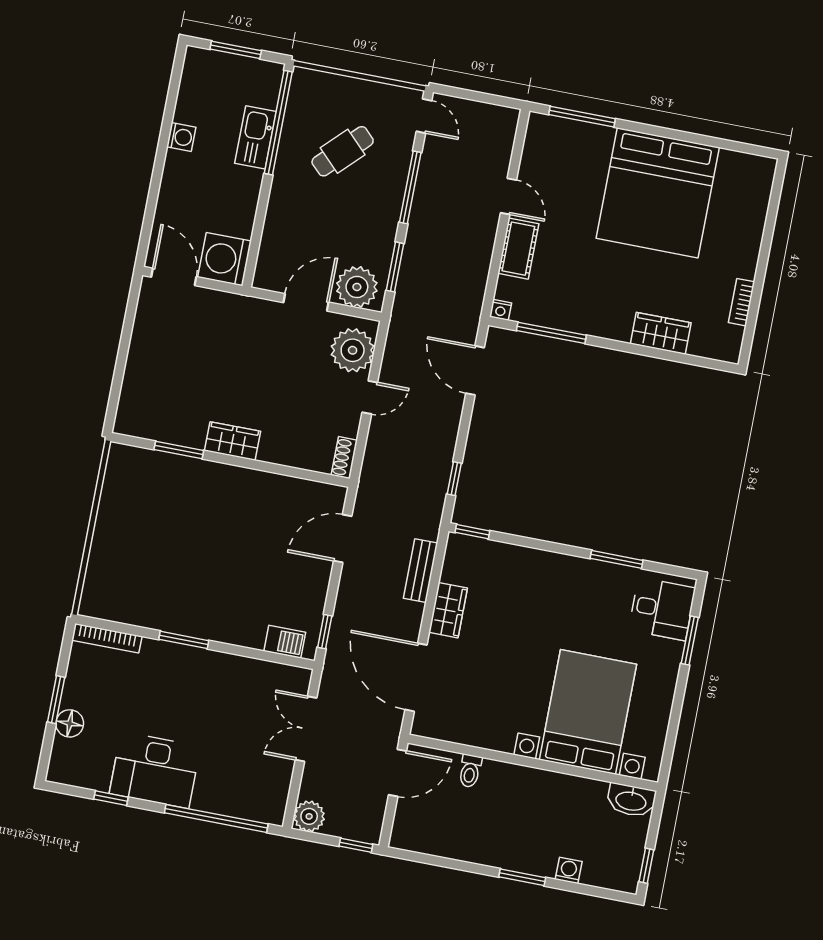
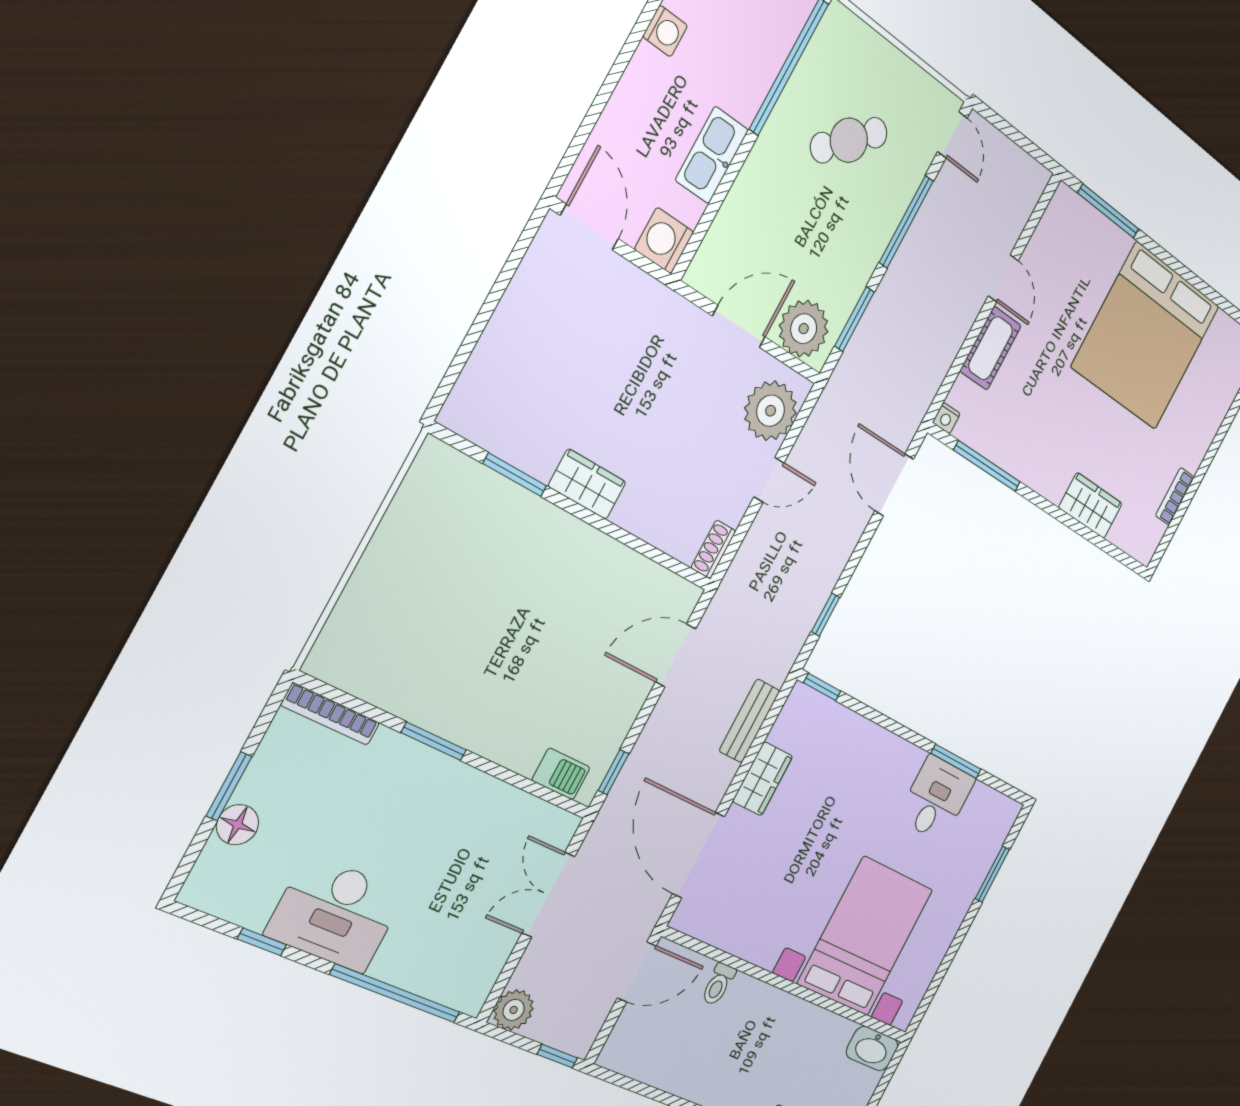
kitchen sink: (255, 137) -> (712, 155), moved
washing machine: (225, 259) -> (664, 241), width x0.73, depth x0.73
desk: (662, 609) -> (936, 798), moved, turned -90

